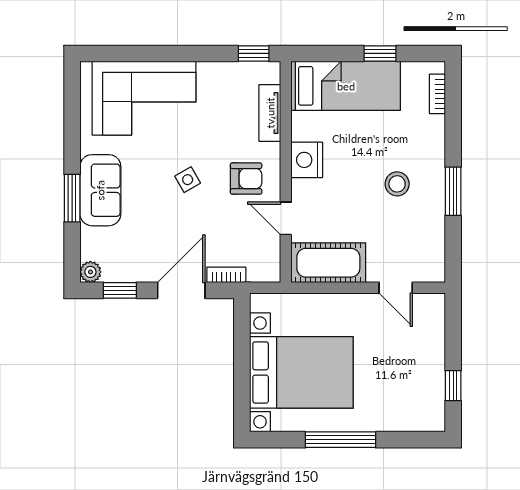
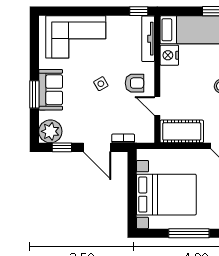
tv unit: (270, 113) -> (148, 39), width x1.41
nightstand: (307, 160) -> (169, 55), moved
plant: (90, 272) -> (50, 131), width x1.88, depth x1.88
door: (181, 290) -> (97, 147), swing flipped

